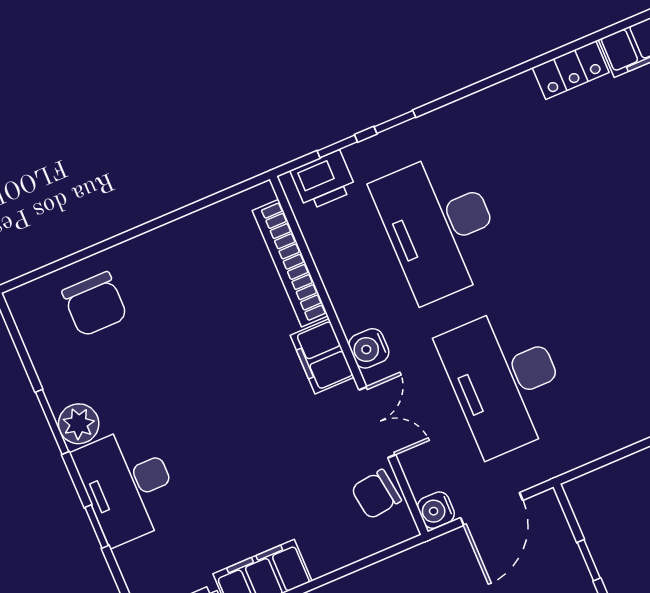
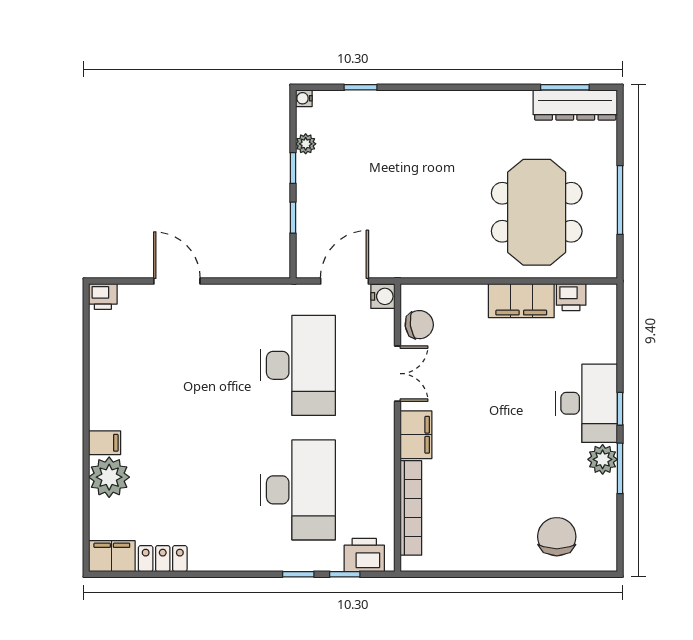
water cooler: (369, 348) -> (382, 427), removed
double door: (377, 422) -> (398, 374), swing flipped
window: (97, 526) -> (620, 409), moved

